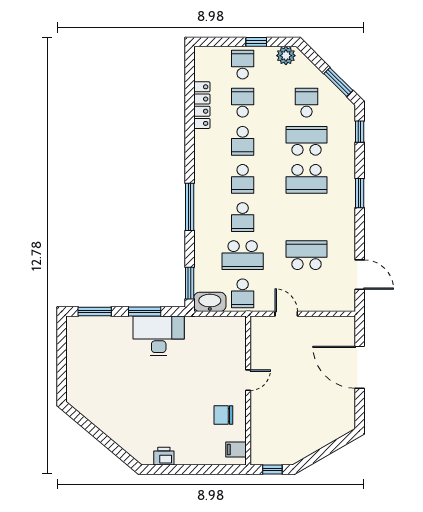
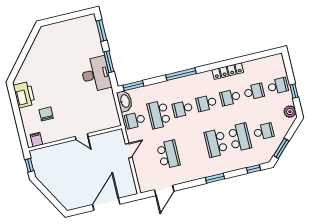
locker: (202, 105) -> (228, 71), moved
chair: (223, 415) -> (46, 114), moved
printer: (164, 456) -> (24, 95), width x1.87, depth x1.48

